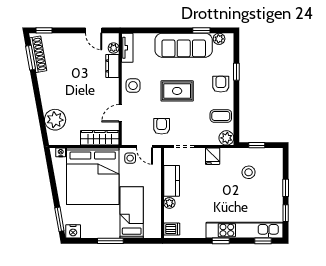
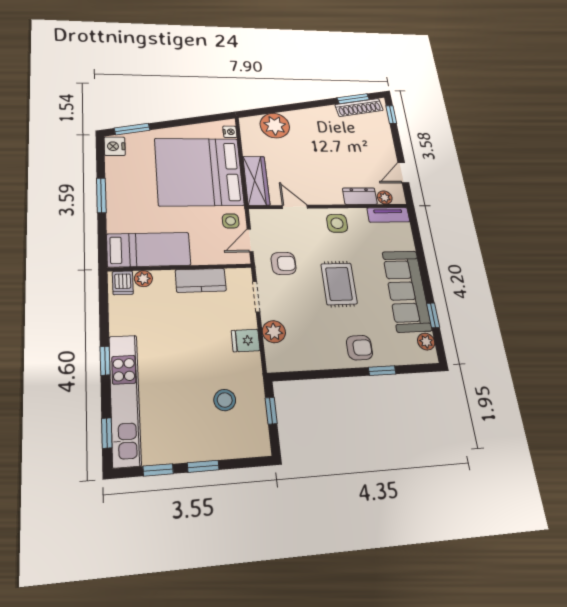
coffee table: (221, 116) -> (311, 350), removed
plant: (226, 138) -> (274, 332), moved
plant: (169, 203) -> (143, 279), moved
bed: (132, 212) -> (149, 250), moved

